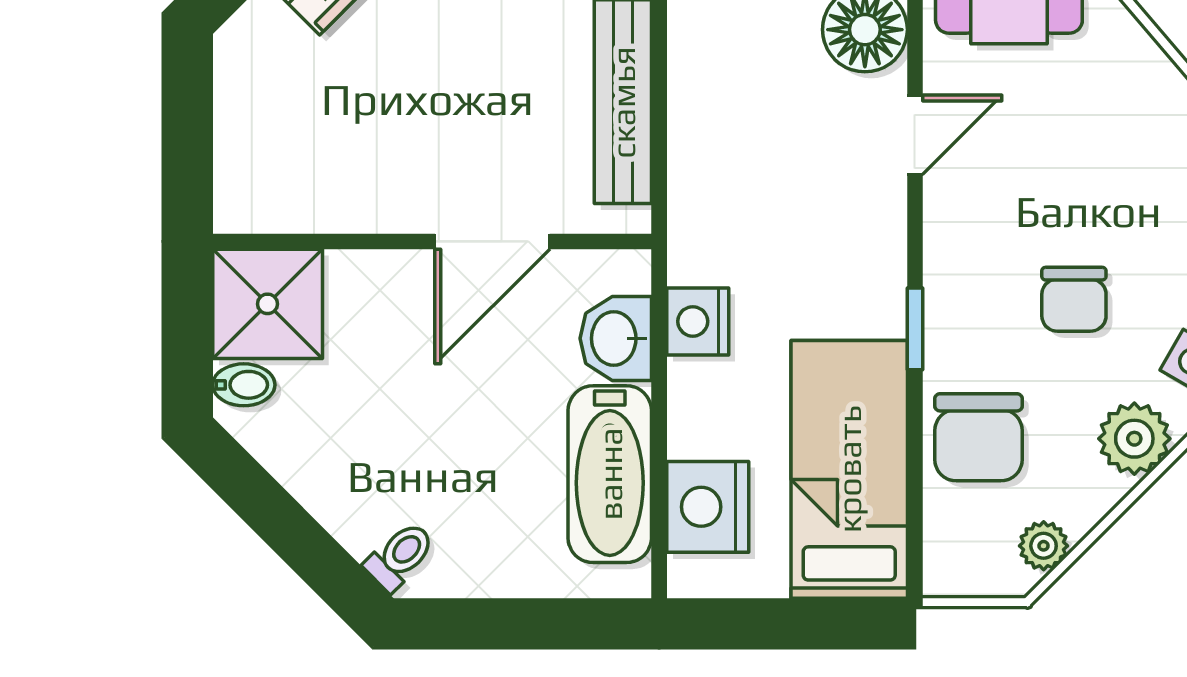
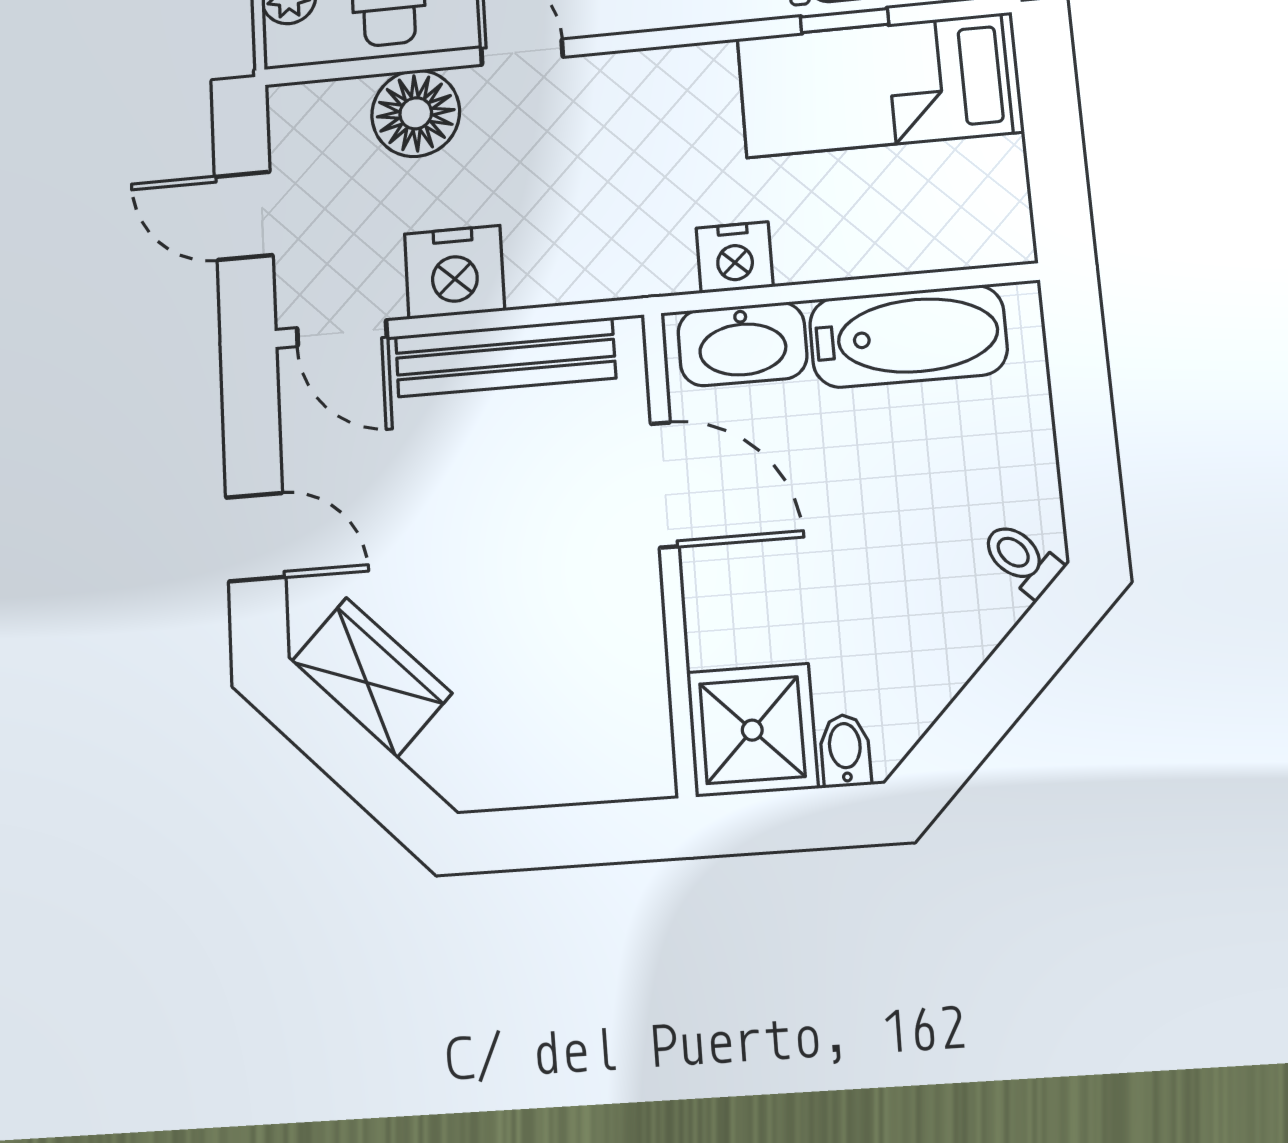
window: (915, 329) -> (844, 21), moved
washbasin: (616, 338) -> (742, 344), width x1.38
nightstand: (708, 507) -> (454, 272), moved

